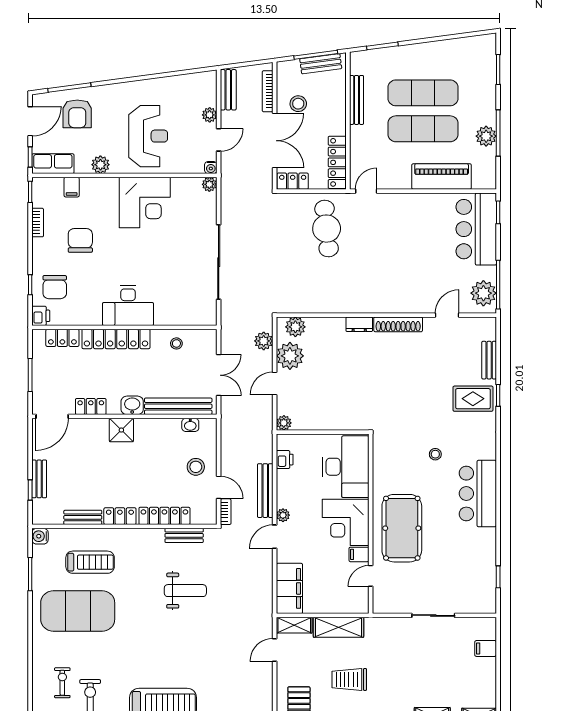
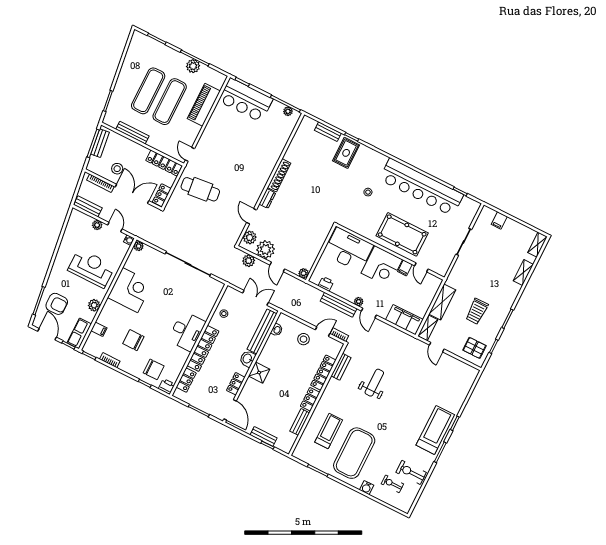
plant: (483, 293) -> (288, 111), width x0.53, depth x0.53
door: (447, 315) -> (252, 216), moved
bar counter: (478, 494) -> (421, 187), width x1.86
water cooler: (40, 536) -> (367, 488), moved

